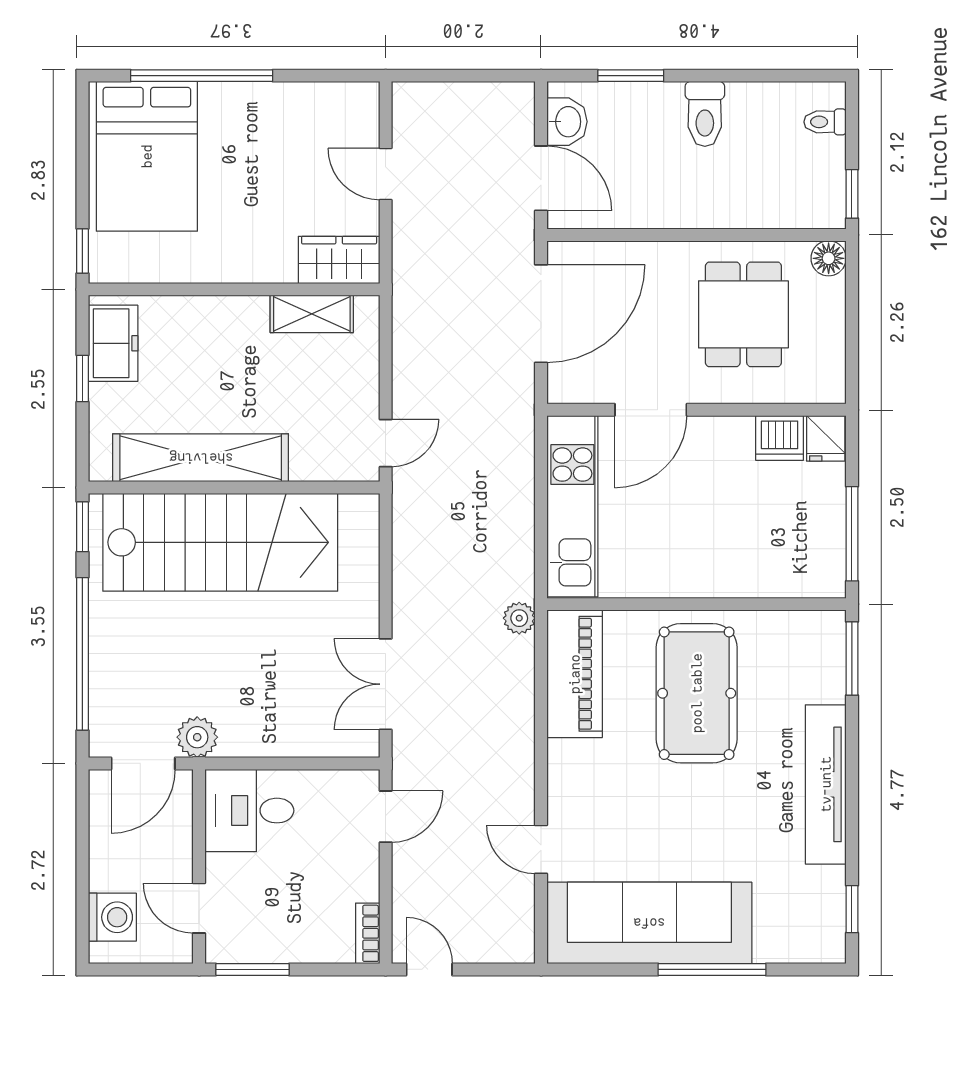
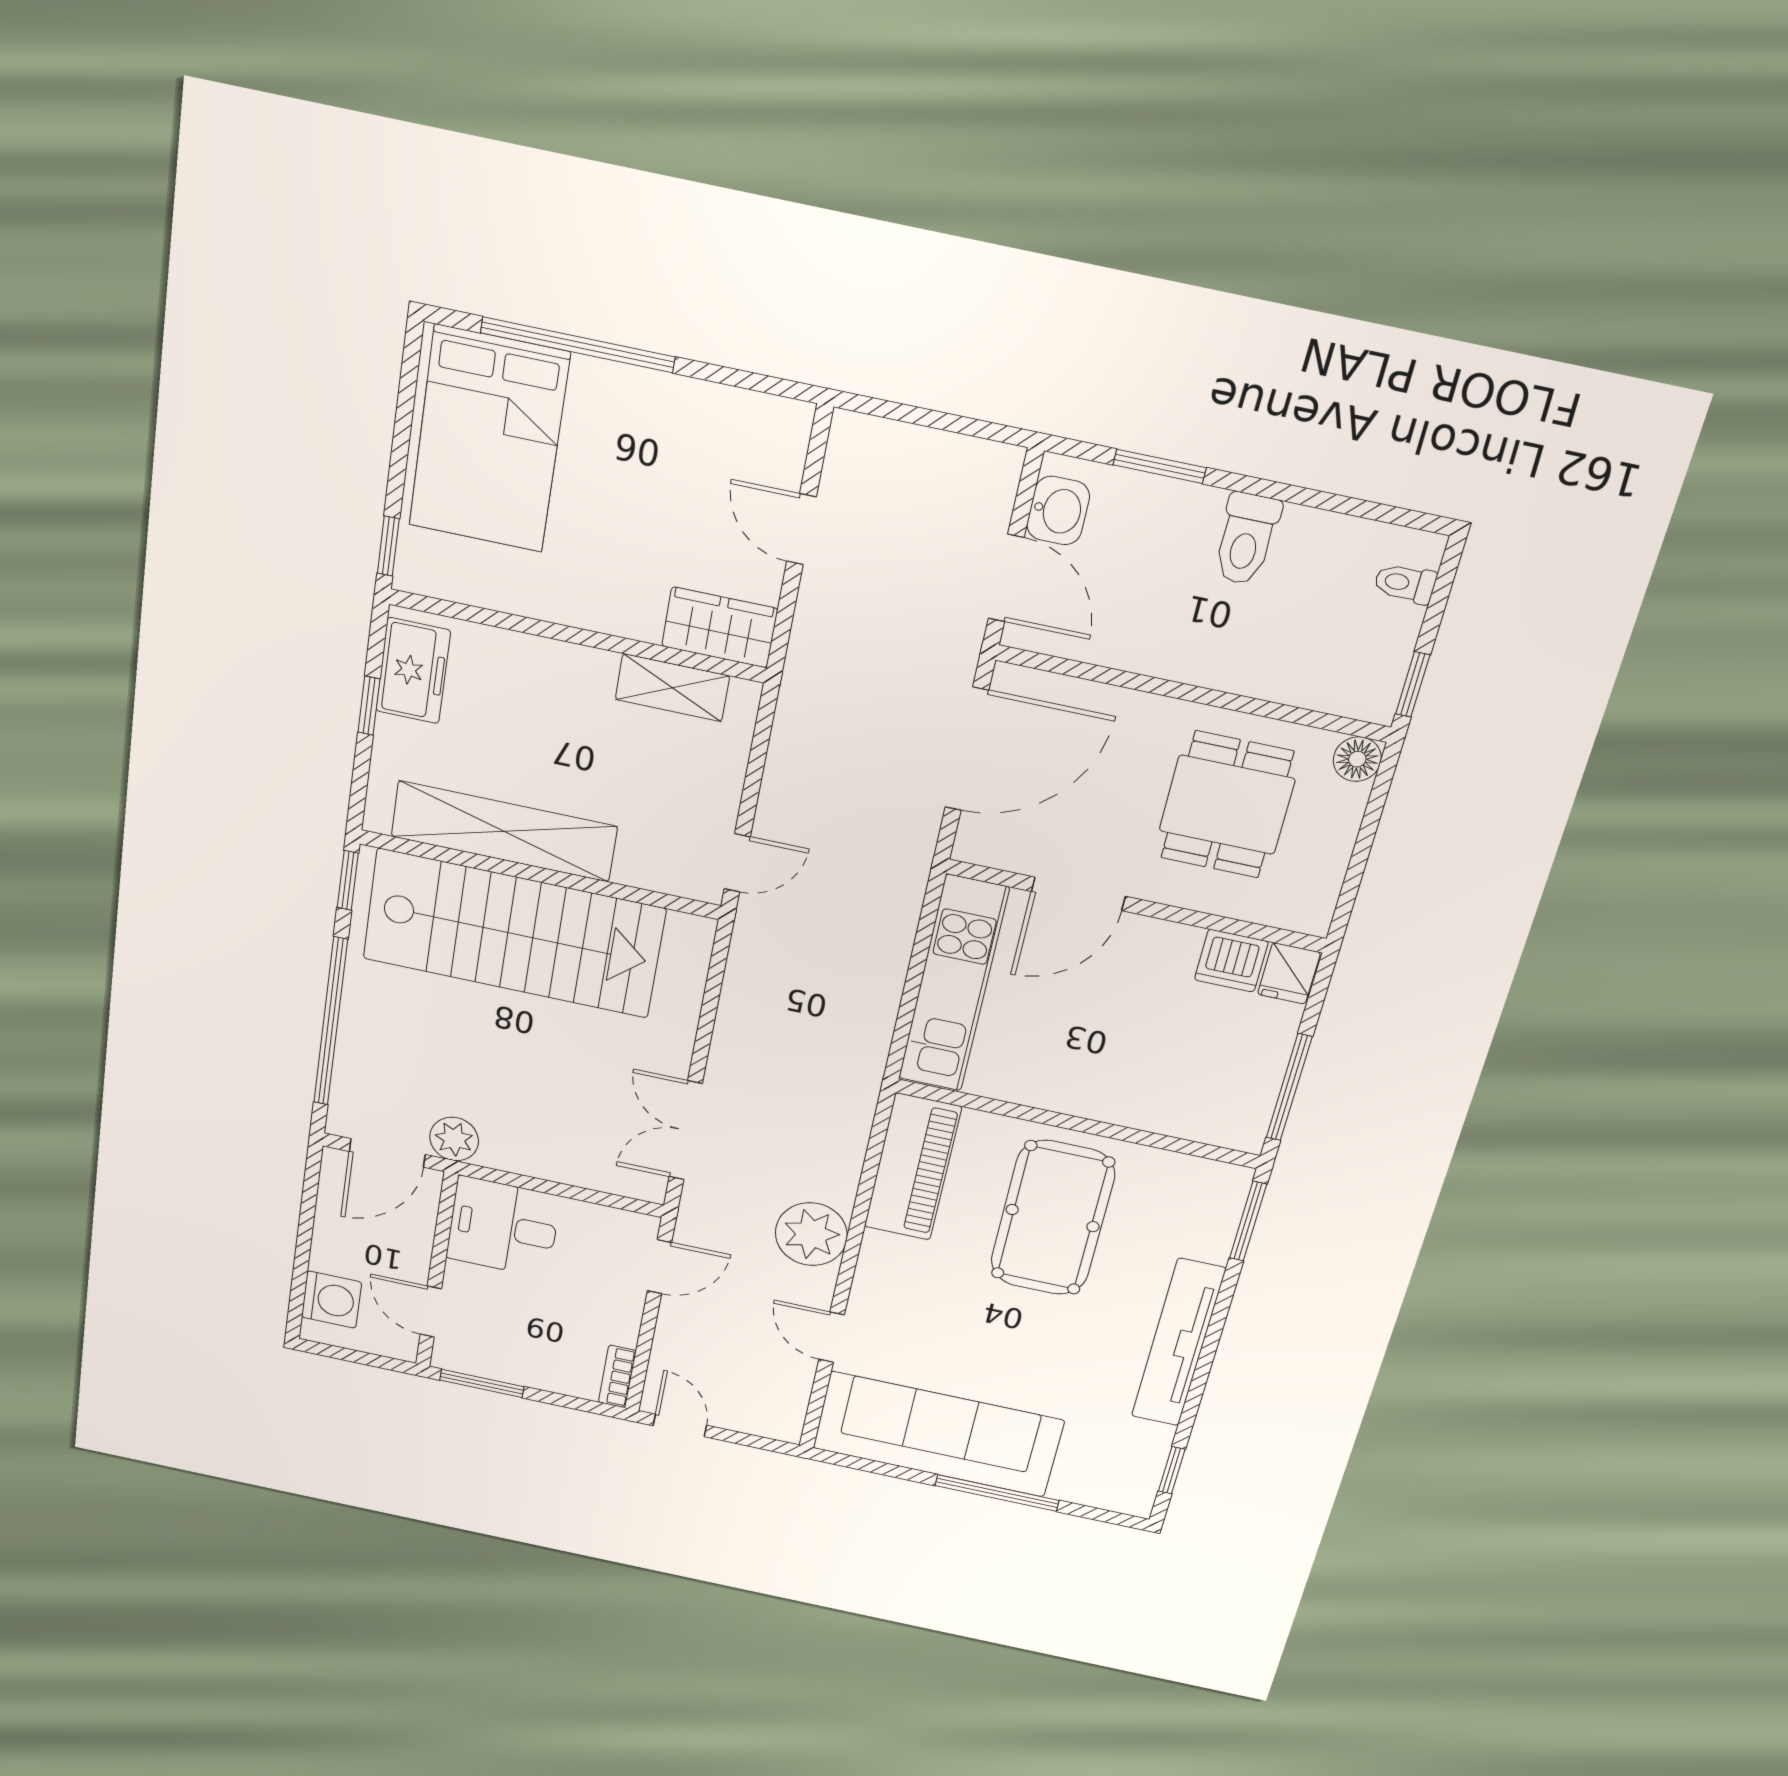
plant: (519, 618) -> (811, 1234), moved, width x1.88, depth x1.88

